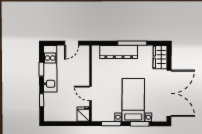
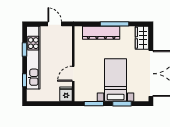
door: (72, 43) -> (55, 24), swing flipped
kitchen unit: (50, 69) -> (33, 58), width x1.36
door: (91, 93) -> (73, 74), hinge flipped

